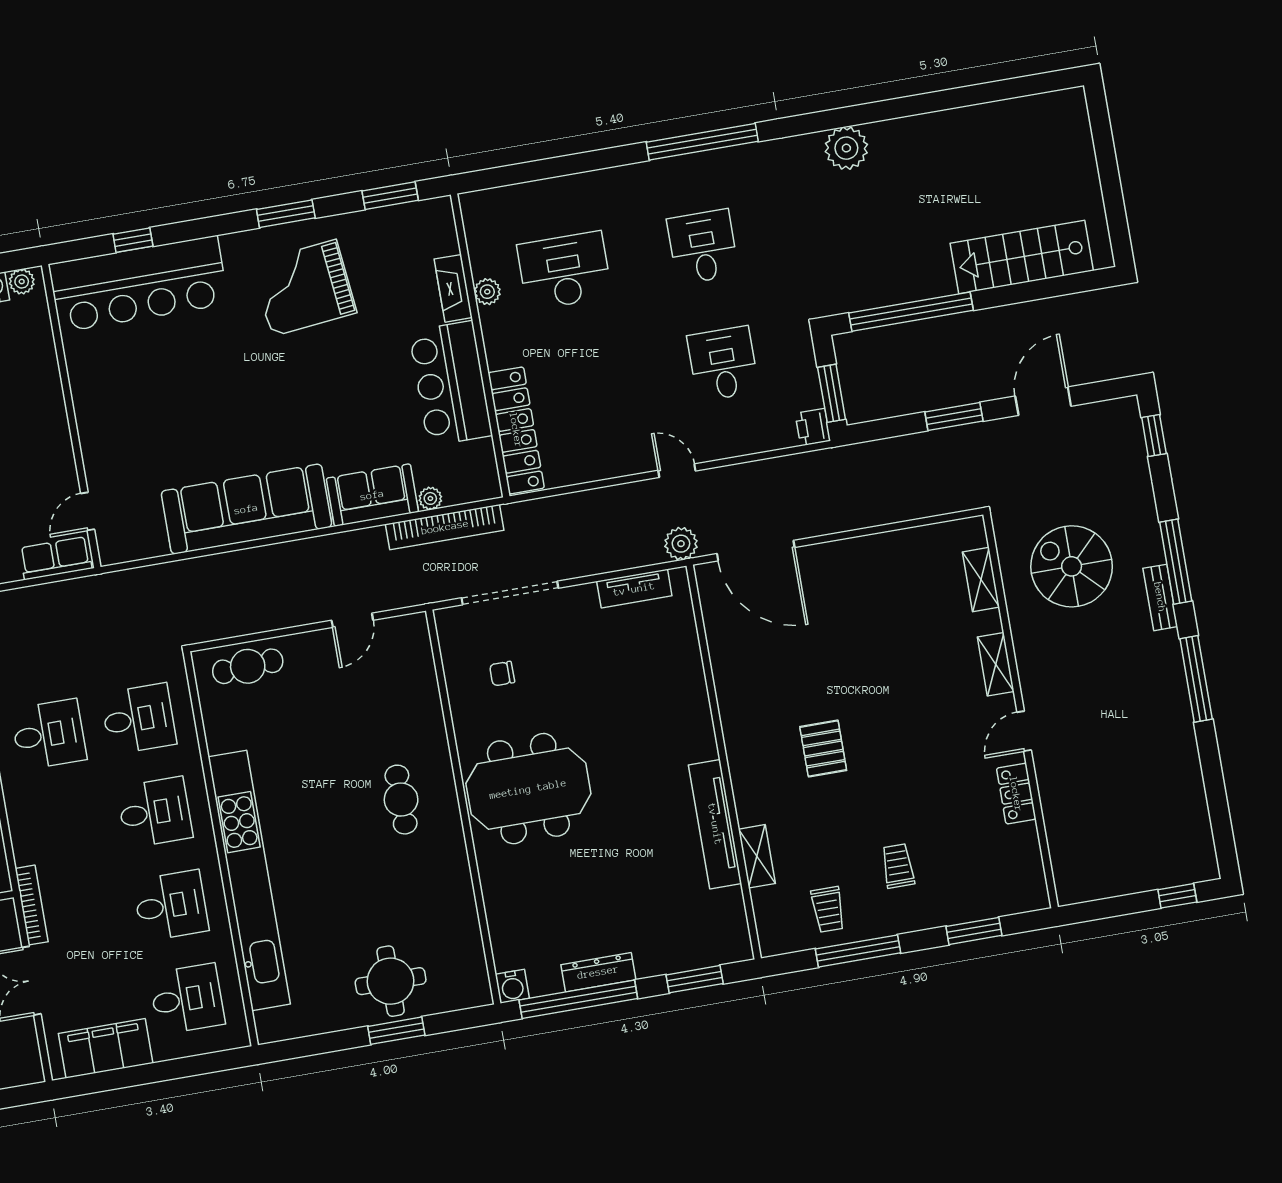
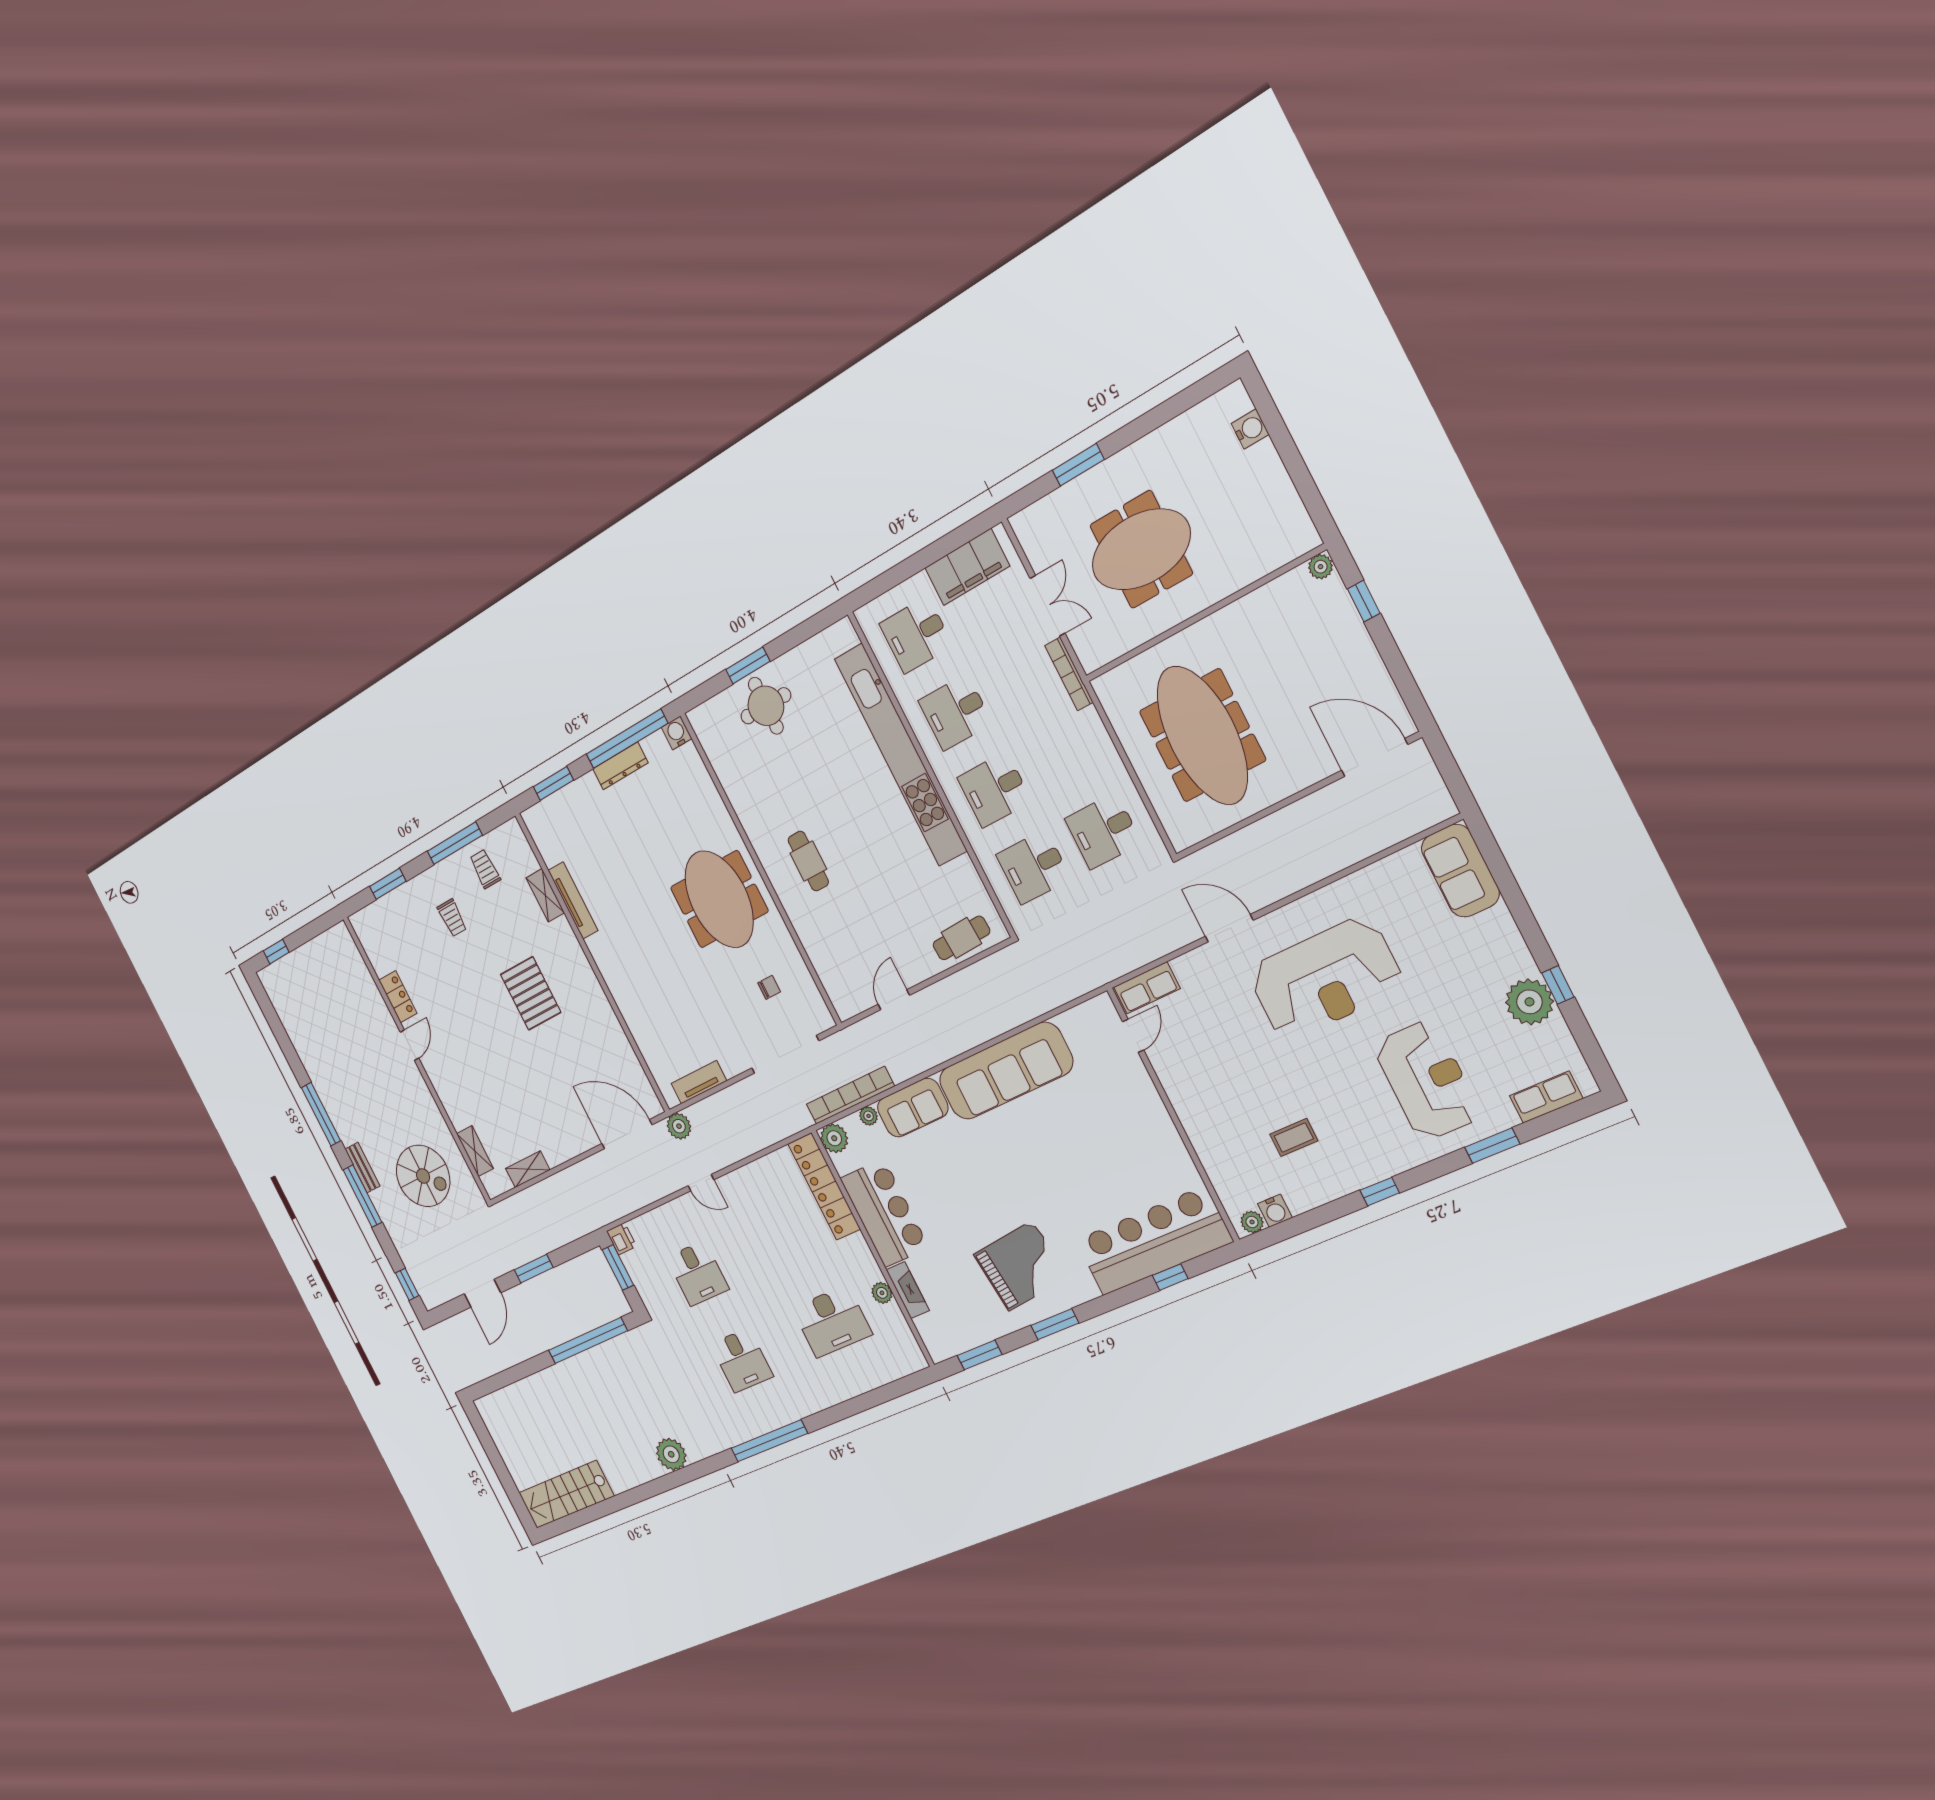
stairs: (1022, 257) -> (566, 1494), moved, turned 180
plant: (483, 483) -> (834, 1138), added
shelving: (996, 664) -> (528, 1169), moved, turned 90
pallet: (823, 748) -> (531, 993), width x1.50, depth x1.42
meeting table: (528, 789) -> (719, 899), turned 90
tv unit: (715, 824) -> (573, 900), width x0.73, depth x0.78

